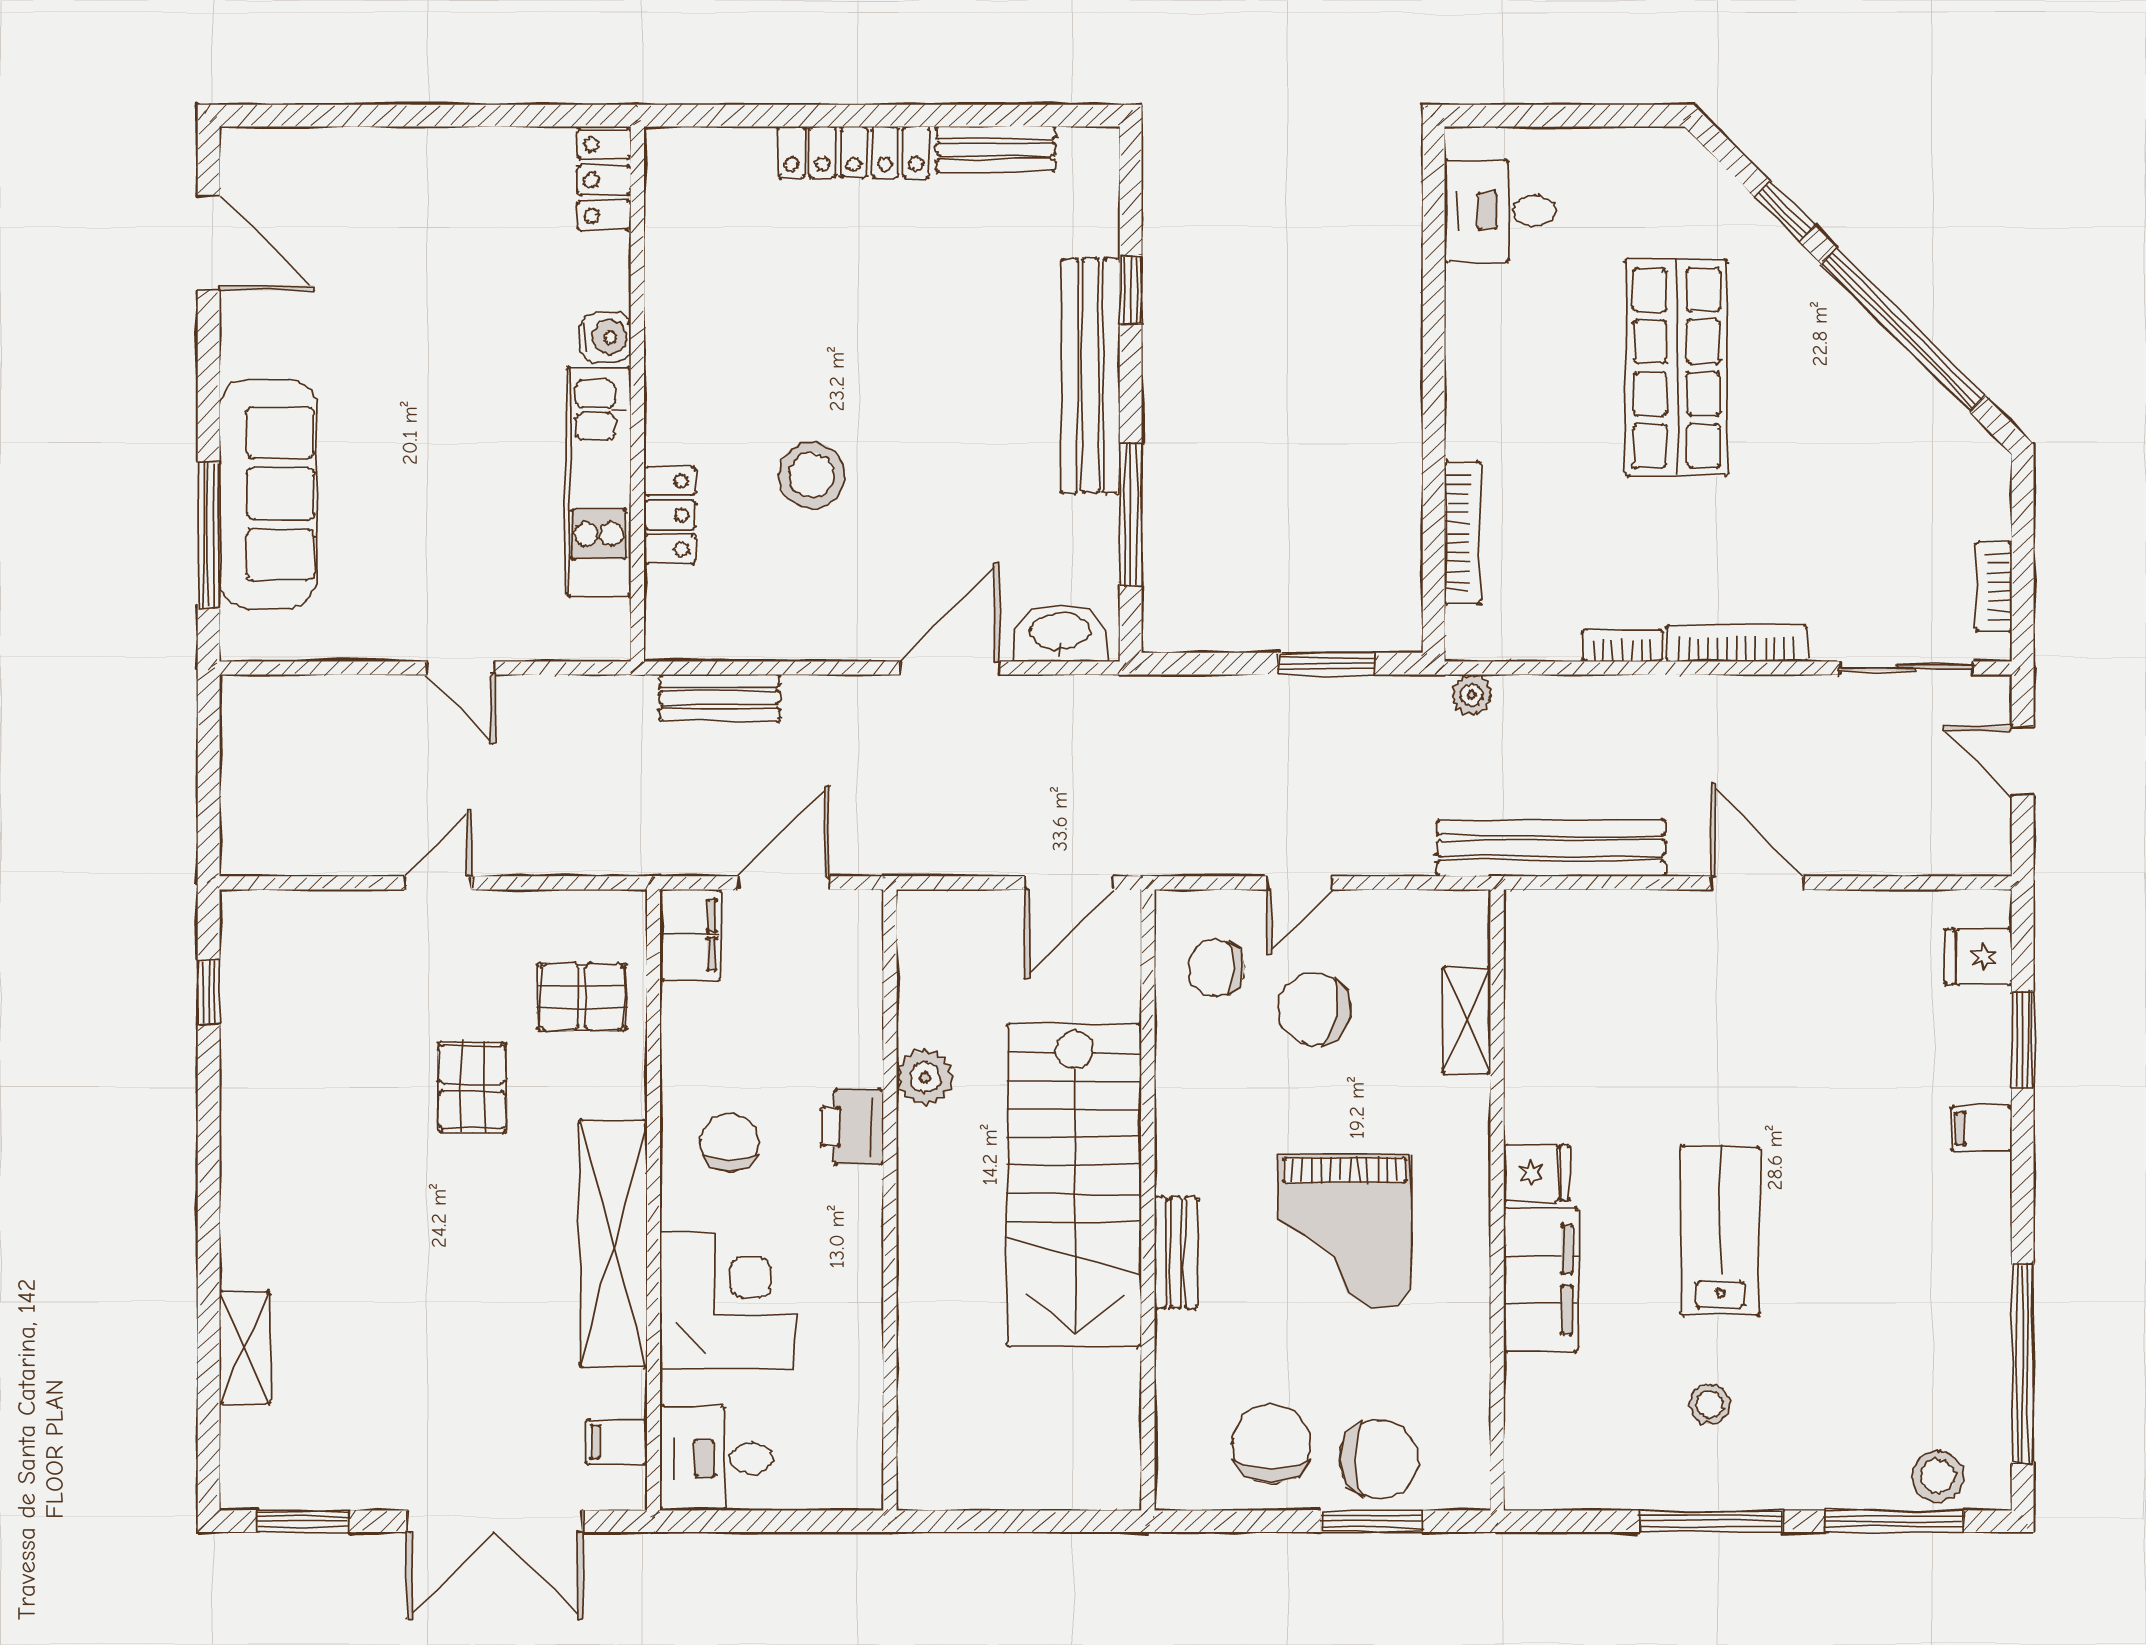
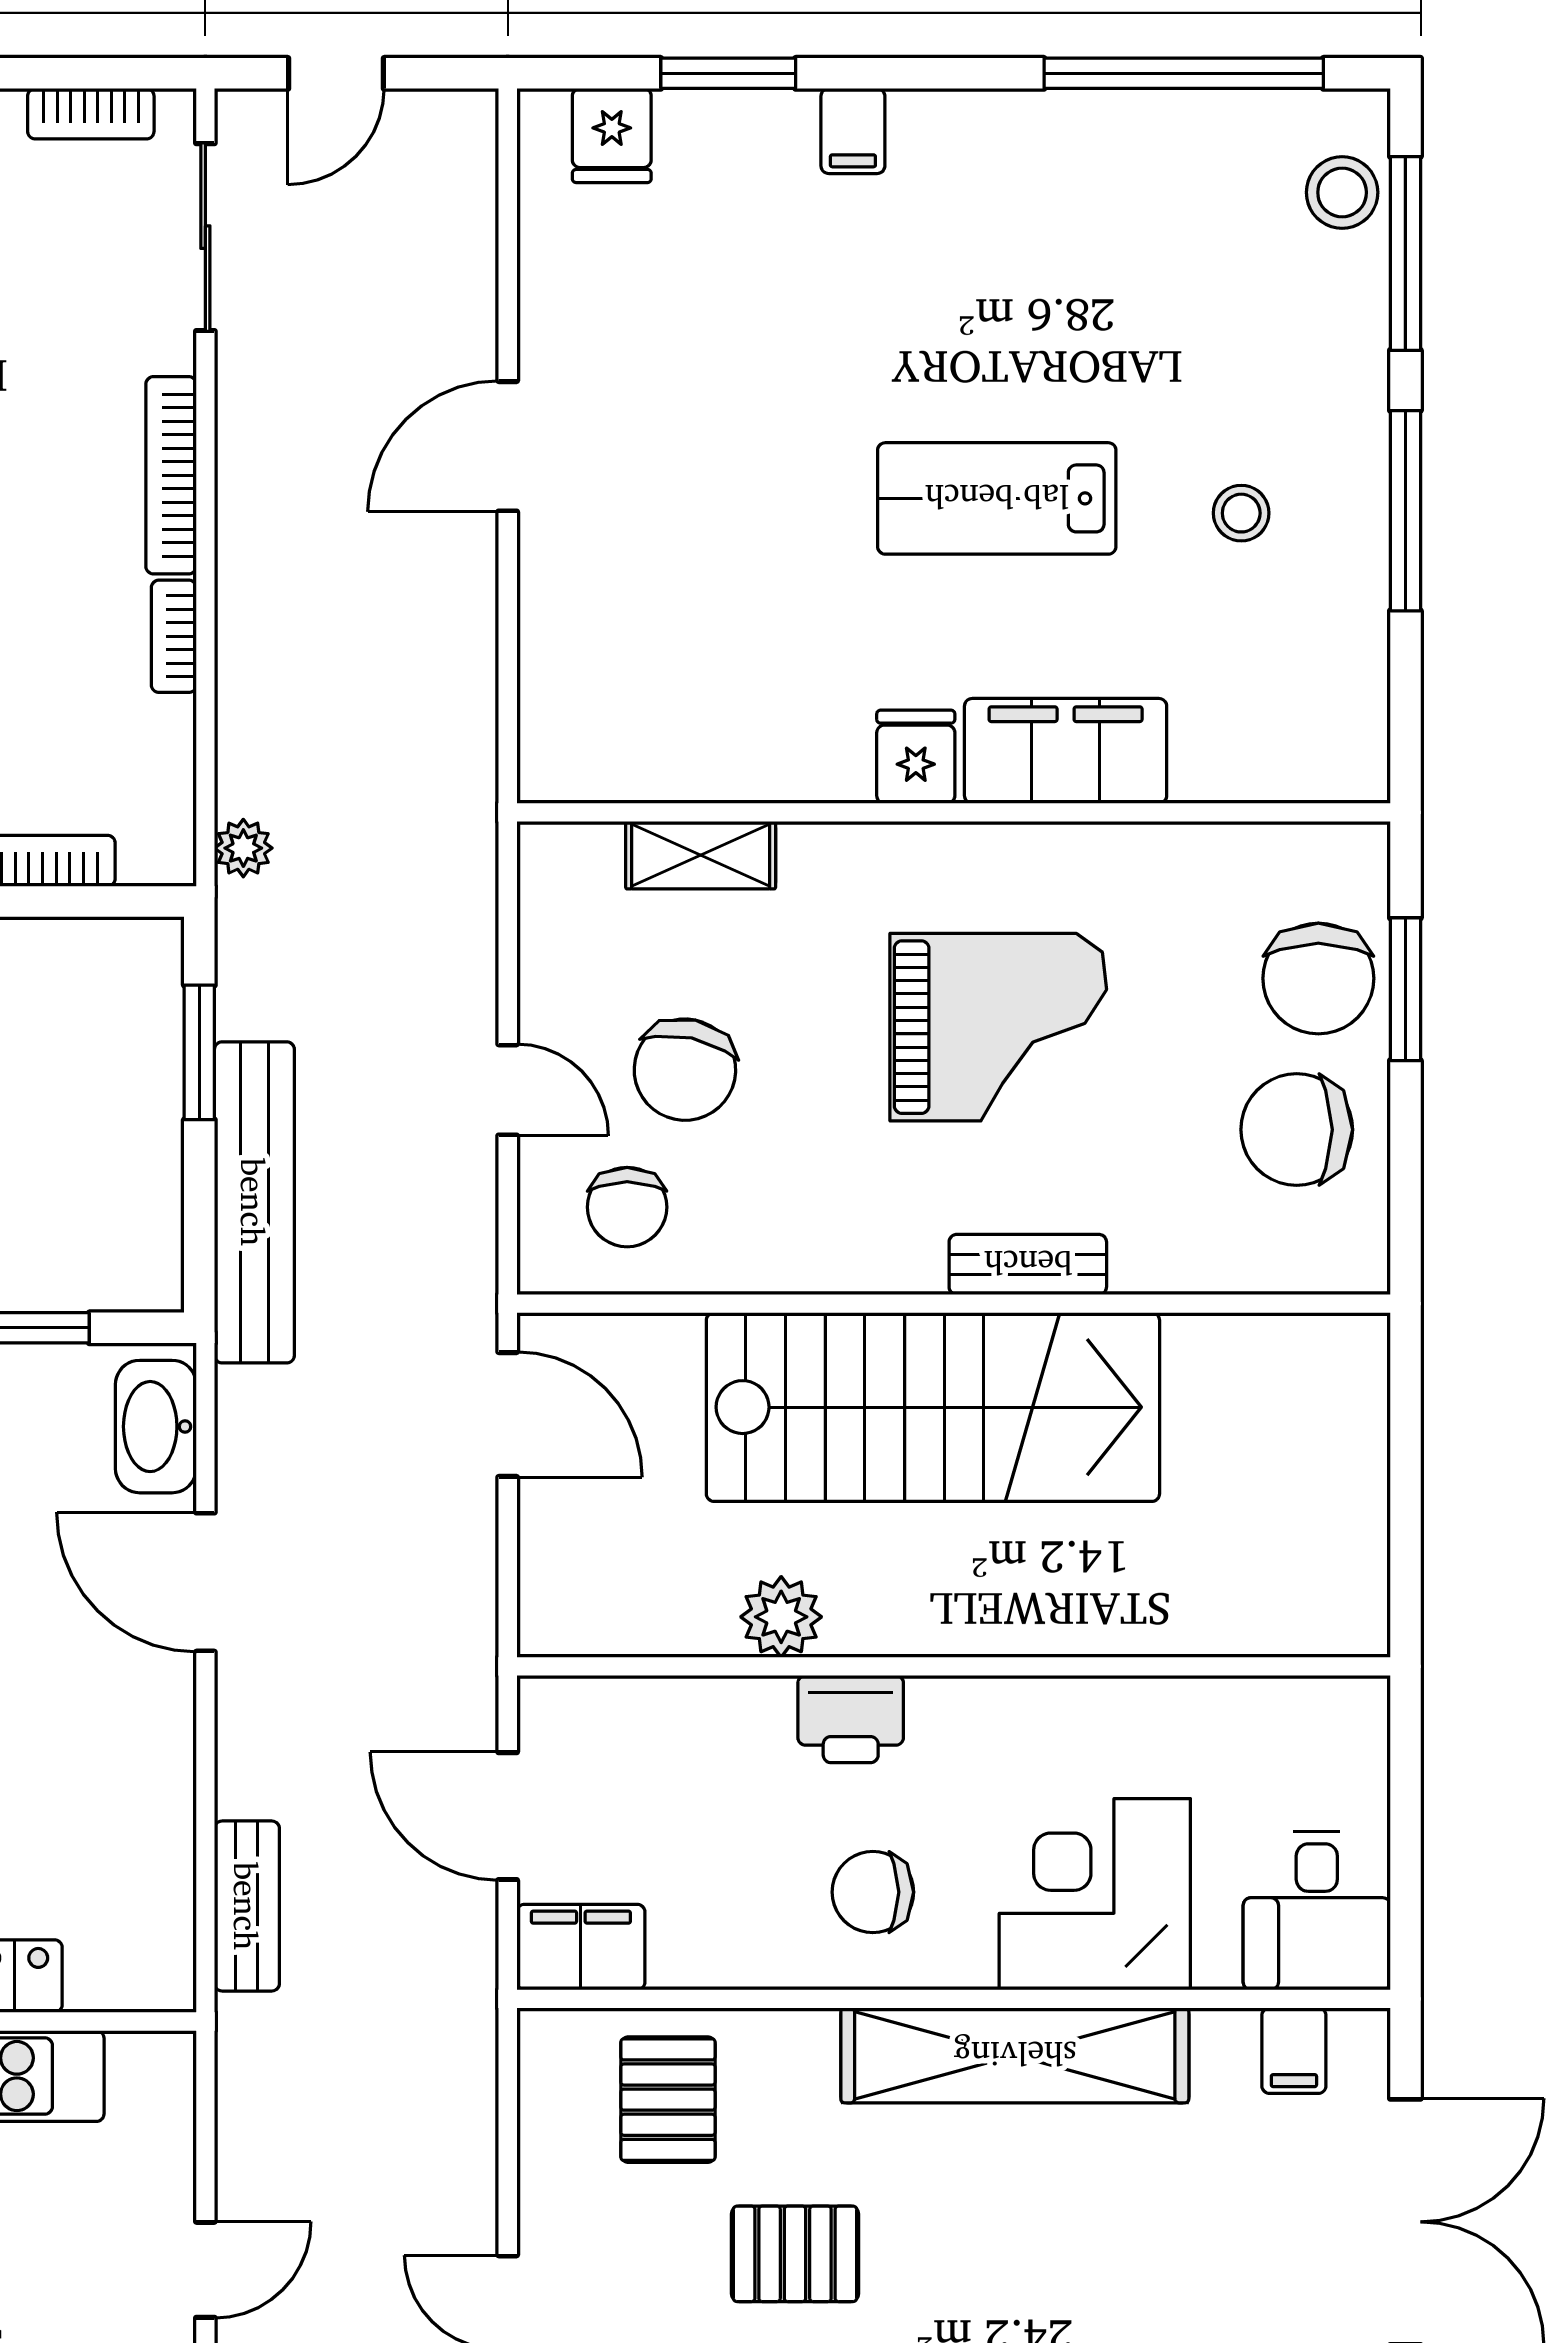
bench: (1551, 848) -> (254, 1202), moved
chair: (1379, 1459) -> (1318, 978), turned 180

